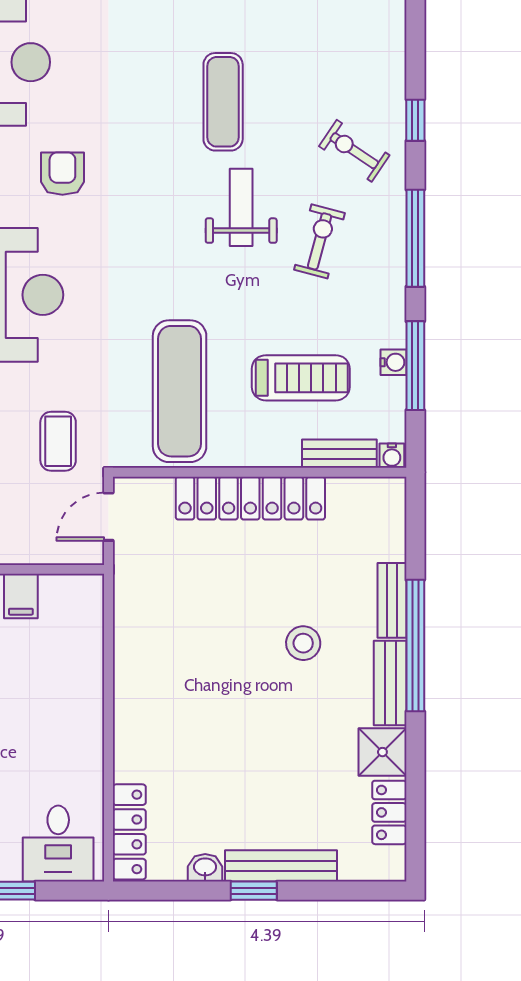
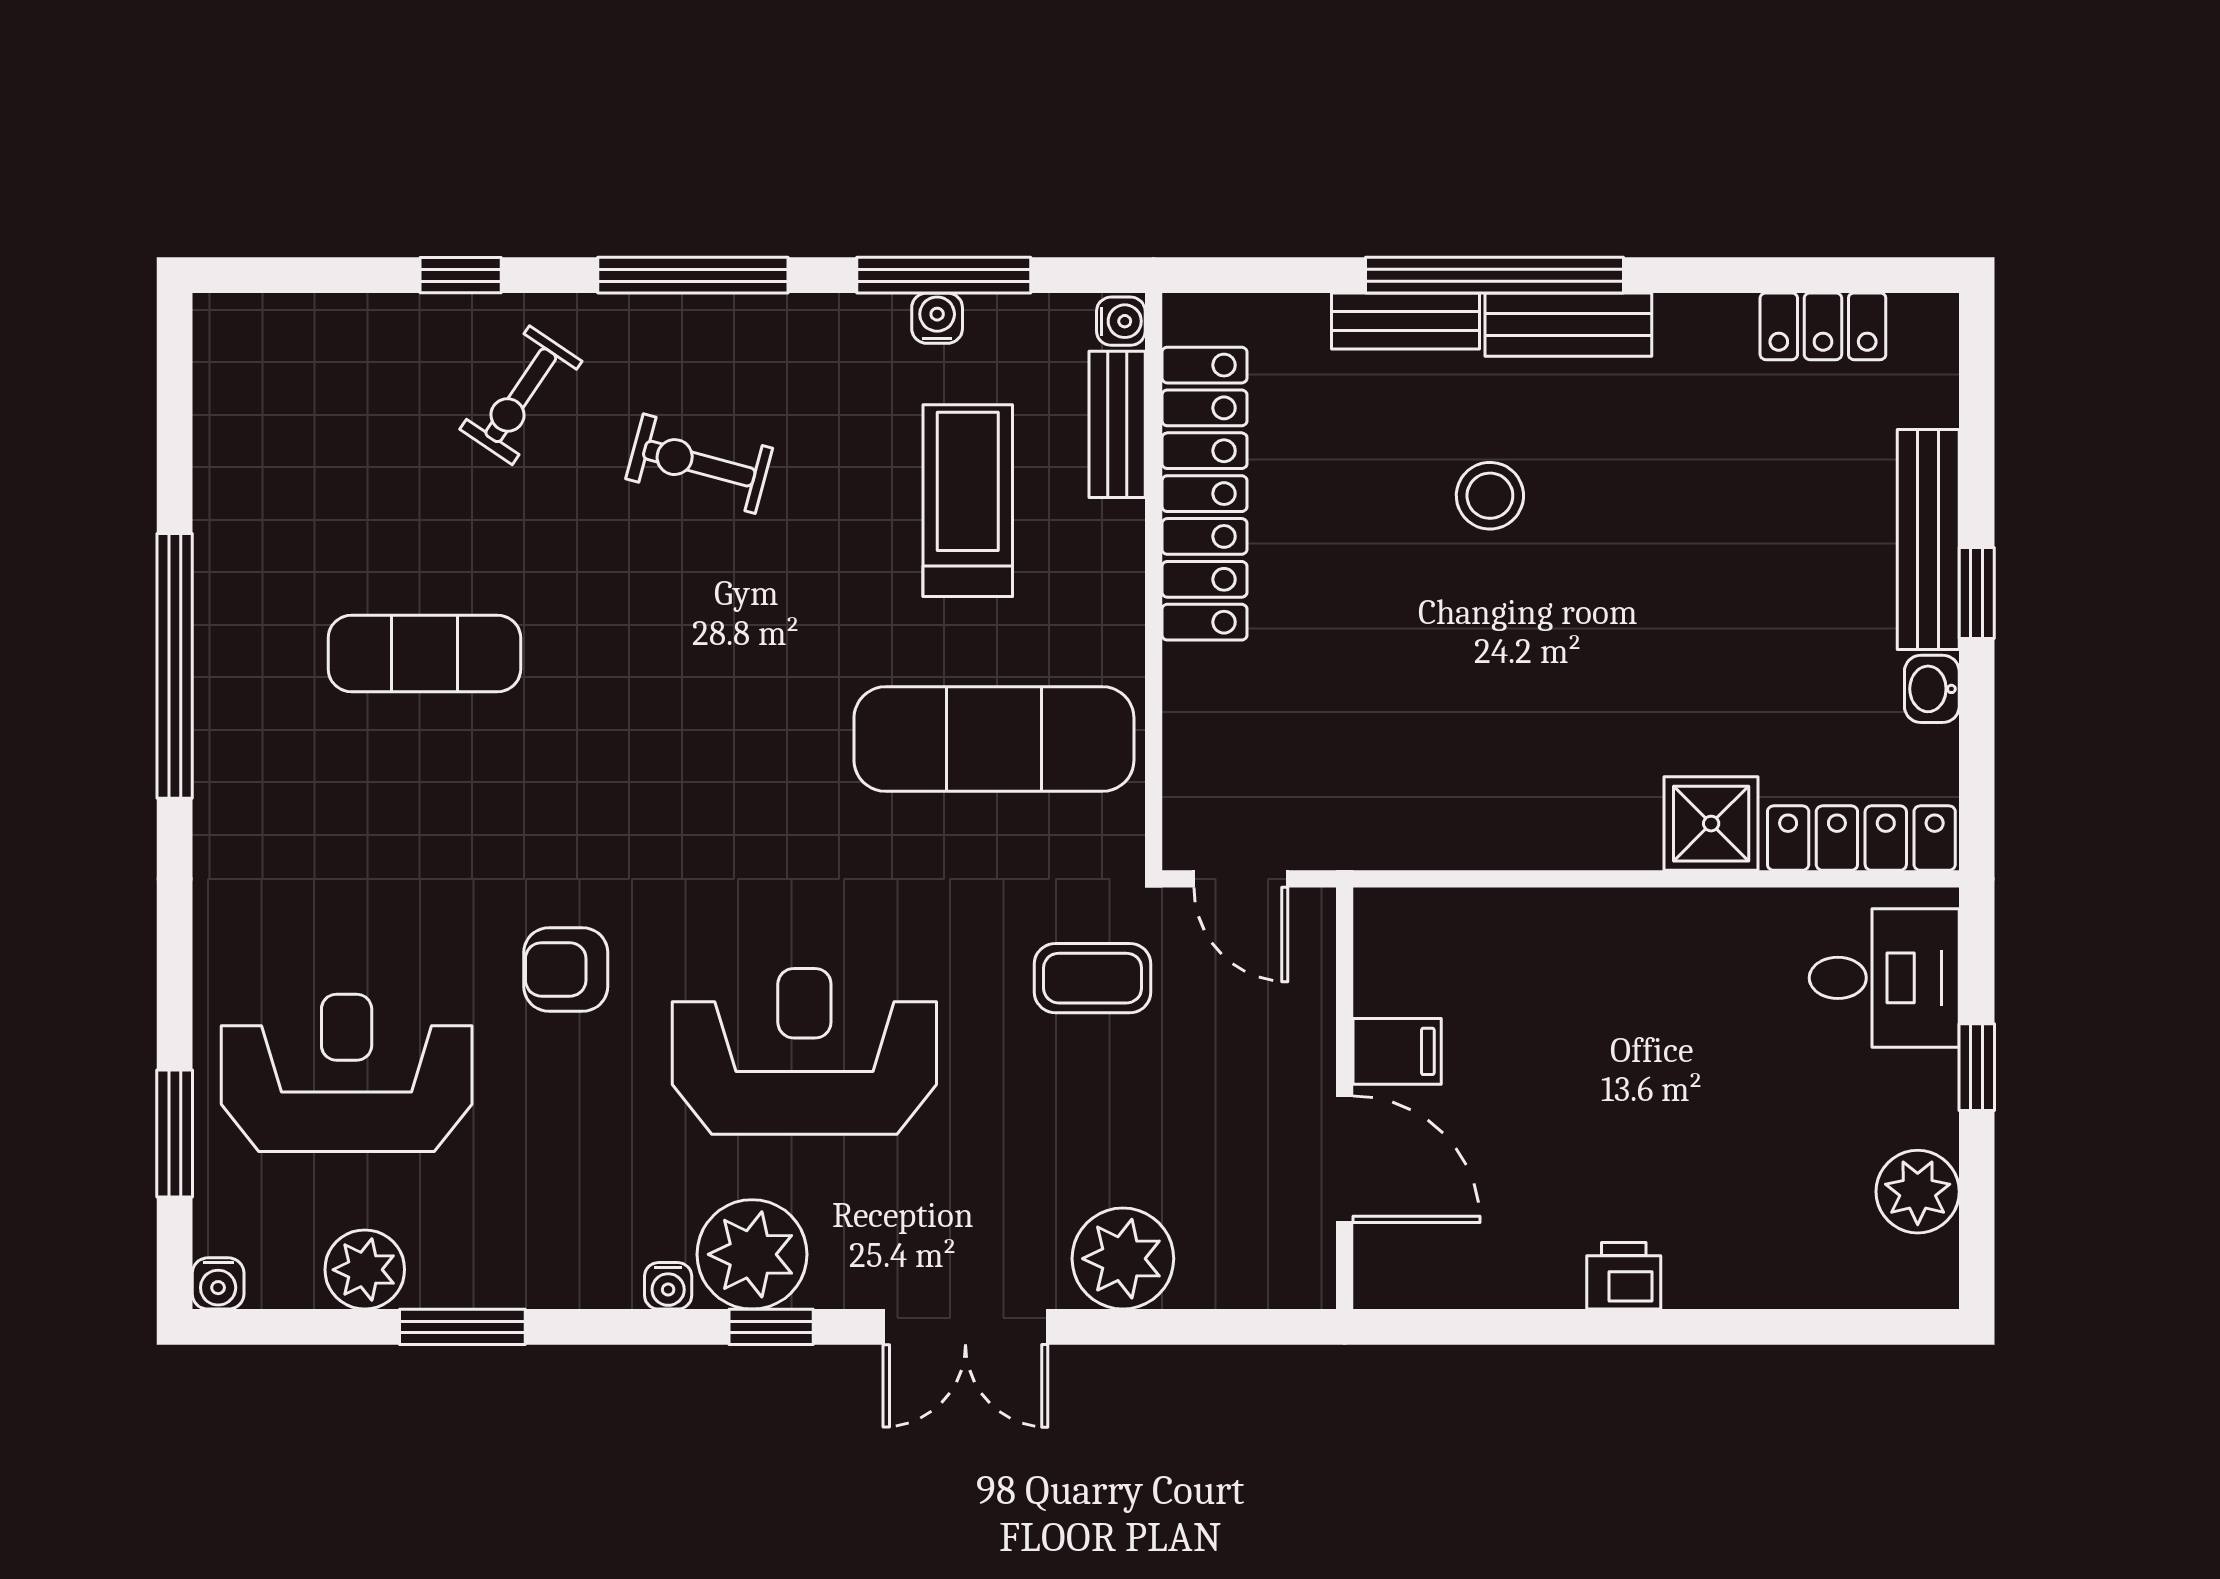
weight bench: (241, 207) -> (632, 618), removed
locker: (250, 498) -> (1204, 494), moved
shower: (382, 752) -> (1711, 824), moved

